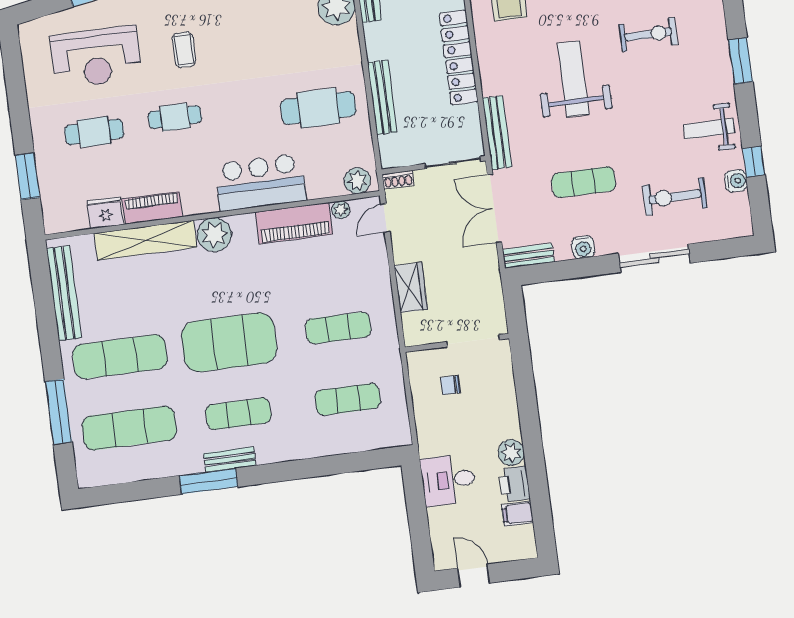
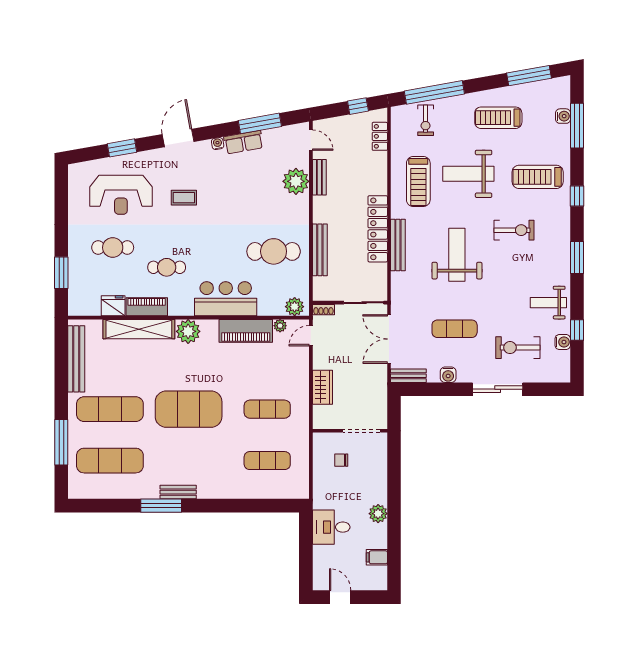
coffee table: (184, 50) -> (184, 198), turned 90
cafe table: (175, 117) -> (167, 267), moved
bench: (497, 133) -> (398, 245), moved
exercise mat: (238, 414) -> (189, 461), removed
printer: (514, 484) -> (377, 536), removed

